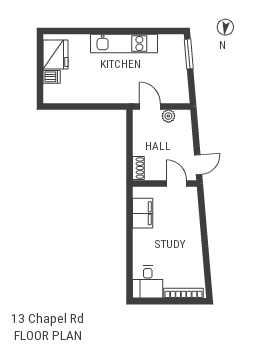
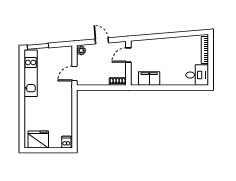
kitchen unit: (124, 44) -> (31, 73), moved
dishwasher: (52, 77) -> (66, 142), moved
plant: (168, 116) -> (81, 51), moved
door: (198, 165) -> (102, 41), moved

